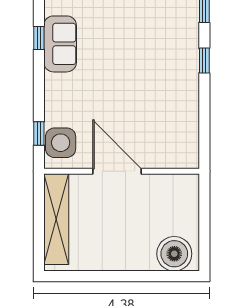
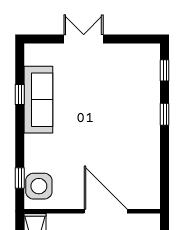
sofa: (60, 44) -> (38, 100), width x1.36
door: (117, 171) -> (106, 211), moved

